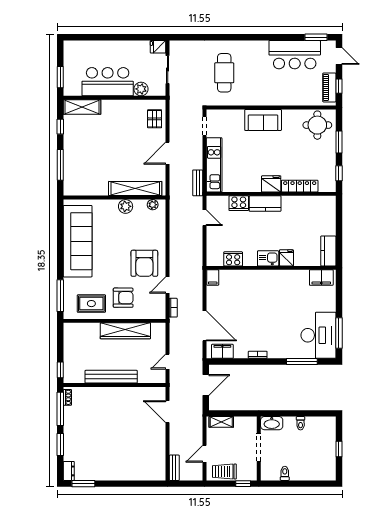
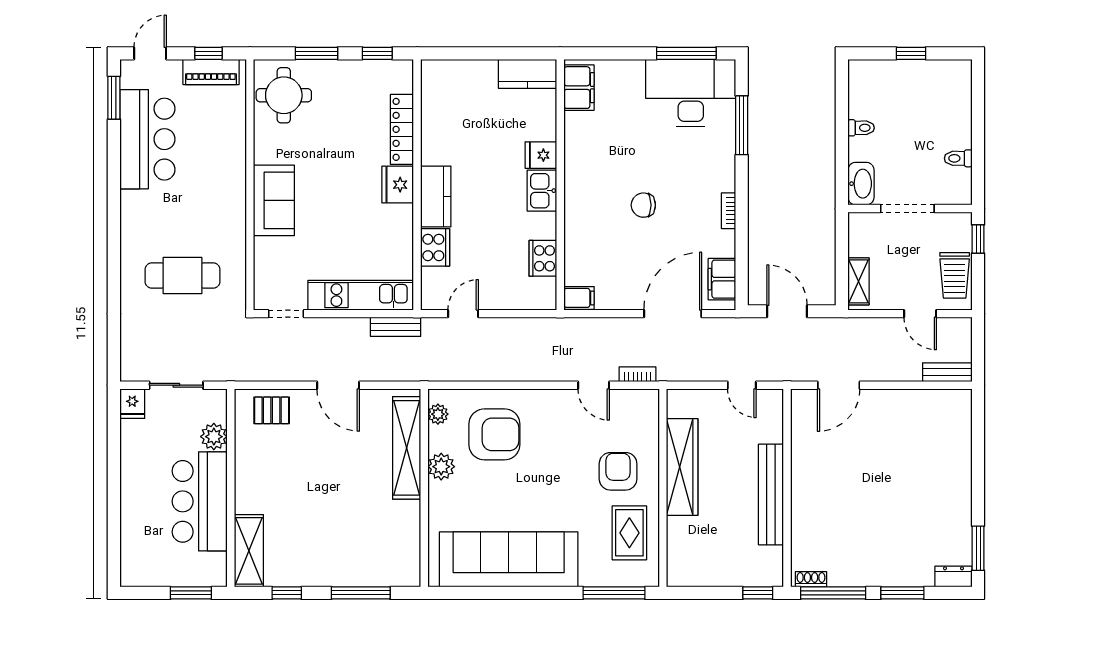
armchair: (144, 263) -> (494, 434), moved
chair: (261, 311) -> (643, 205), added

